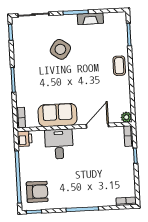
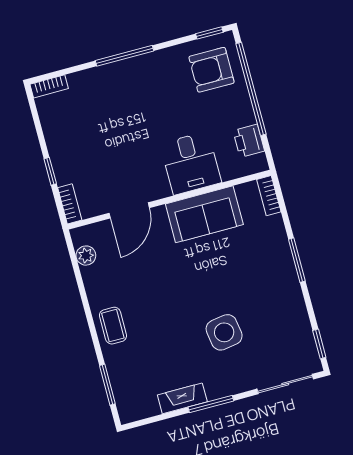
side table: (60, 49) -> (224, 332), turned 45
plant: (126, 117) -> (86, 256), moved
printer: (25, 139) -> (249, 141), moved

